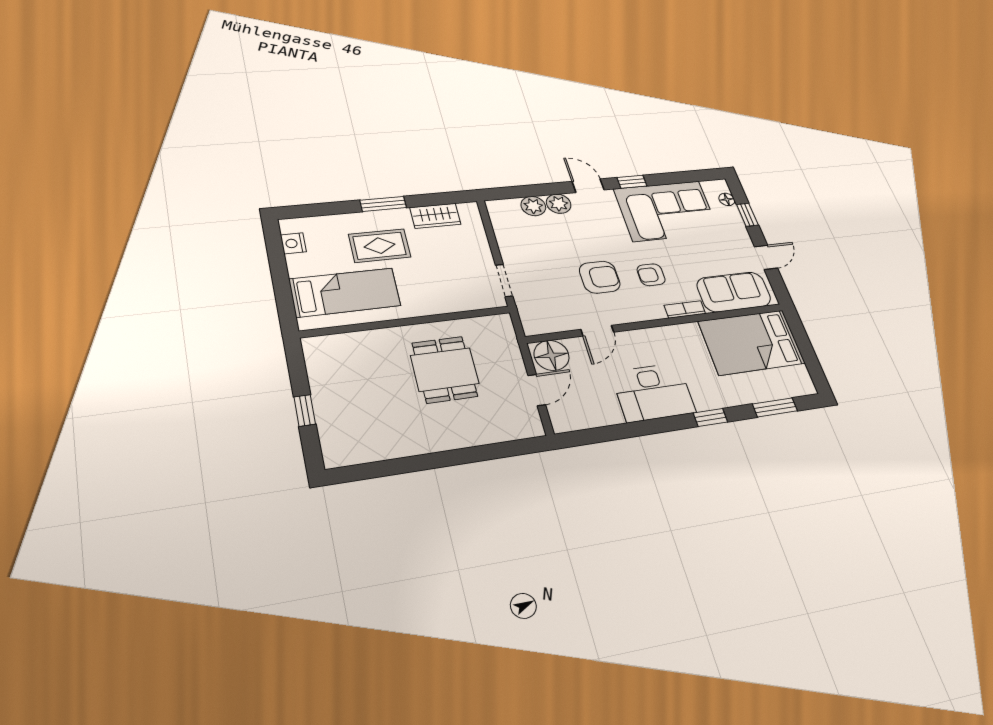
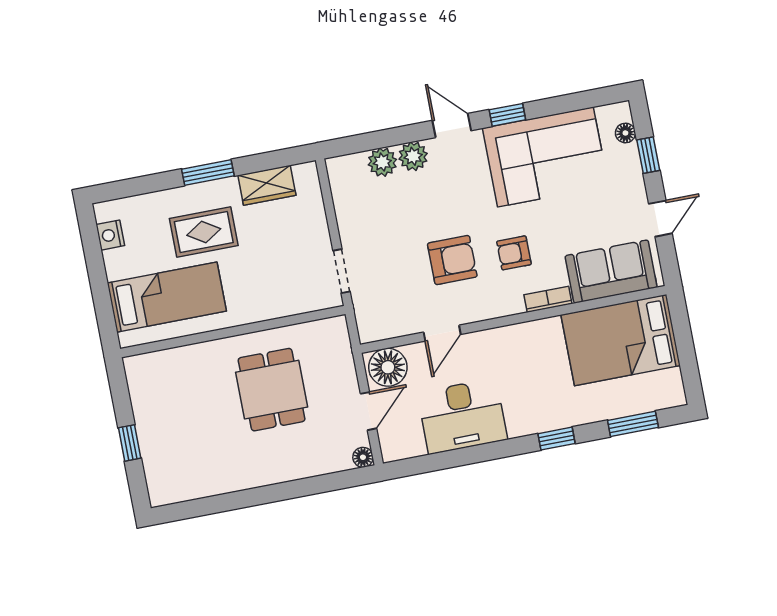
desk: (653, 392) -> (462, 416), moved
floor lamp: (535, 429) -> (363, 457), added

